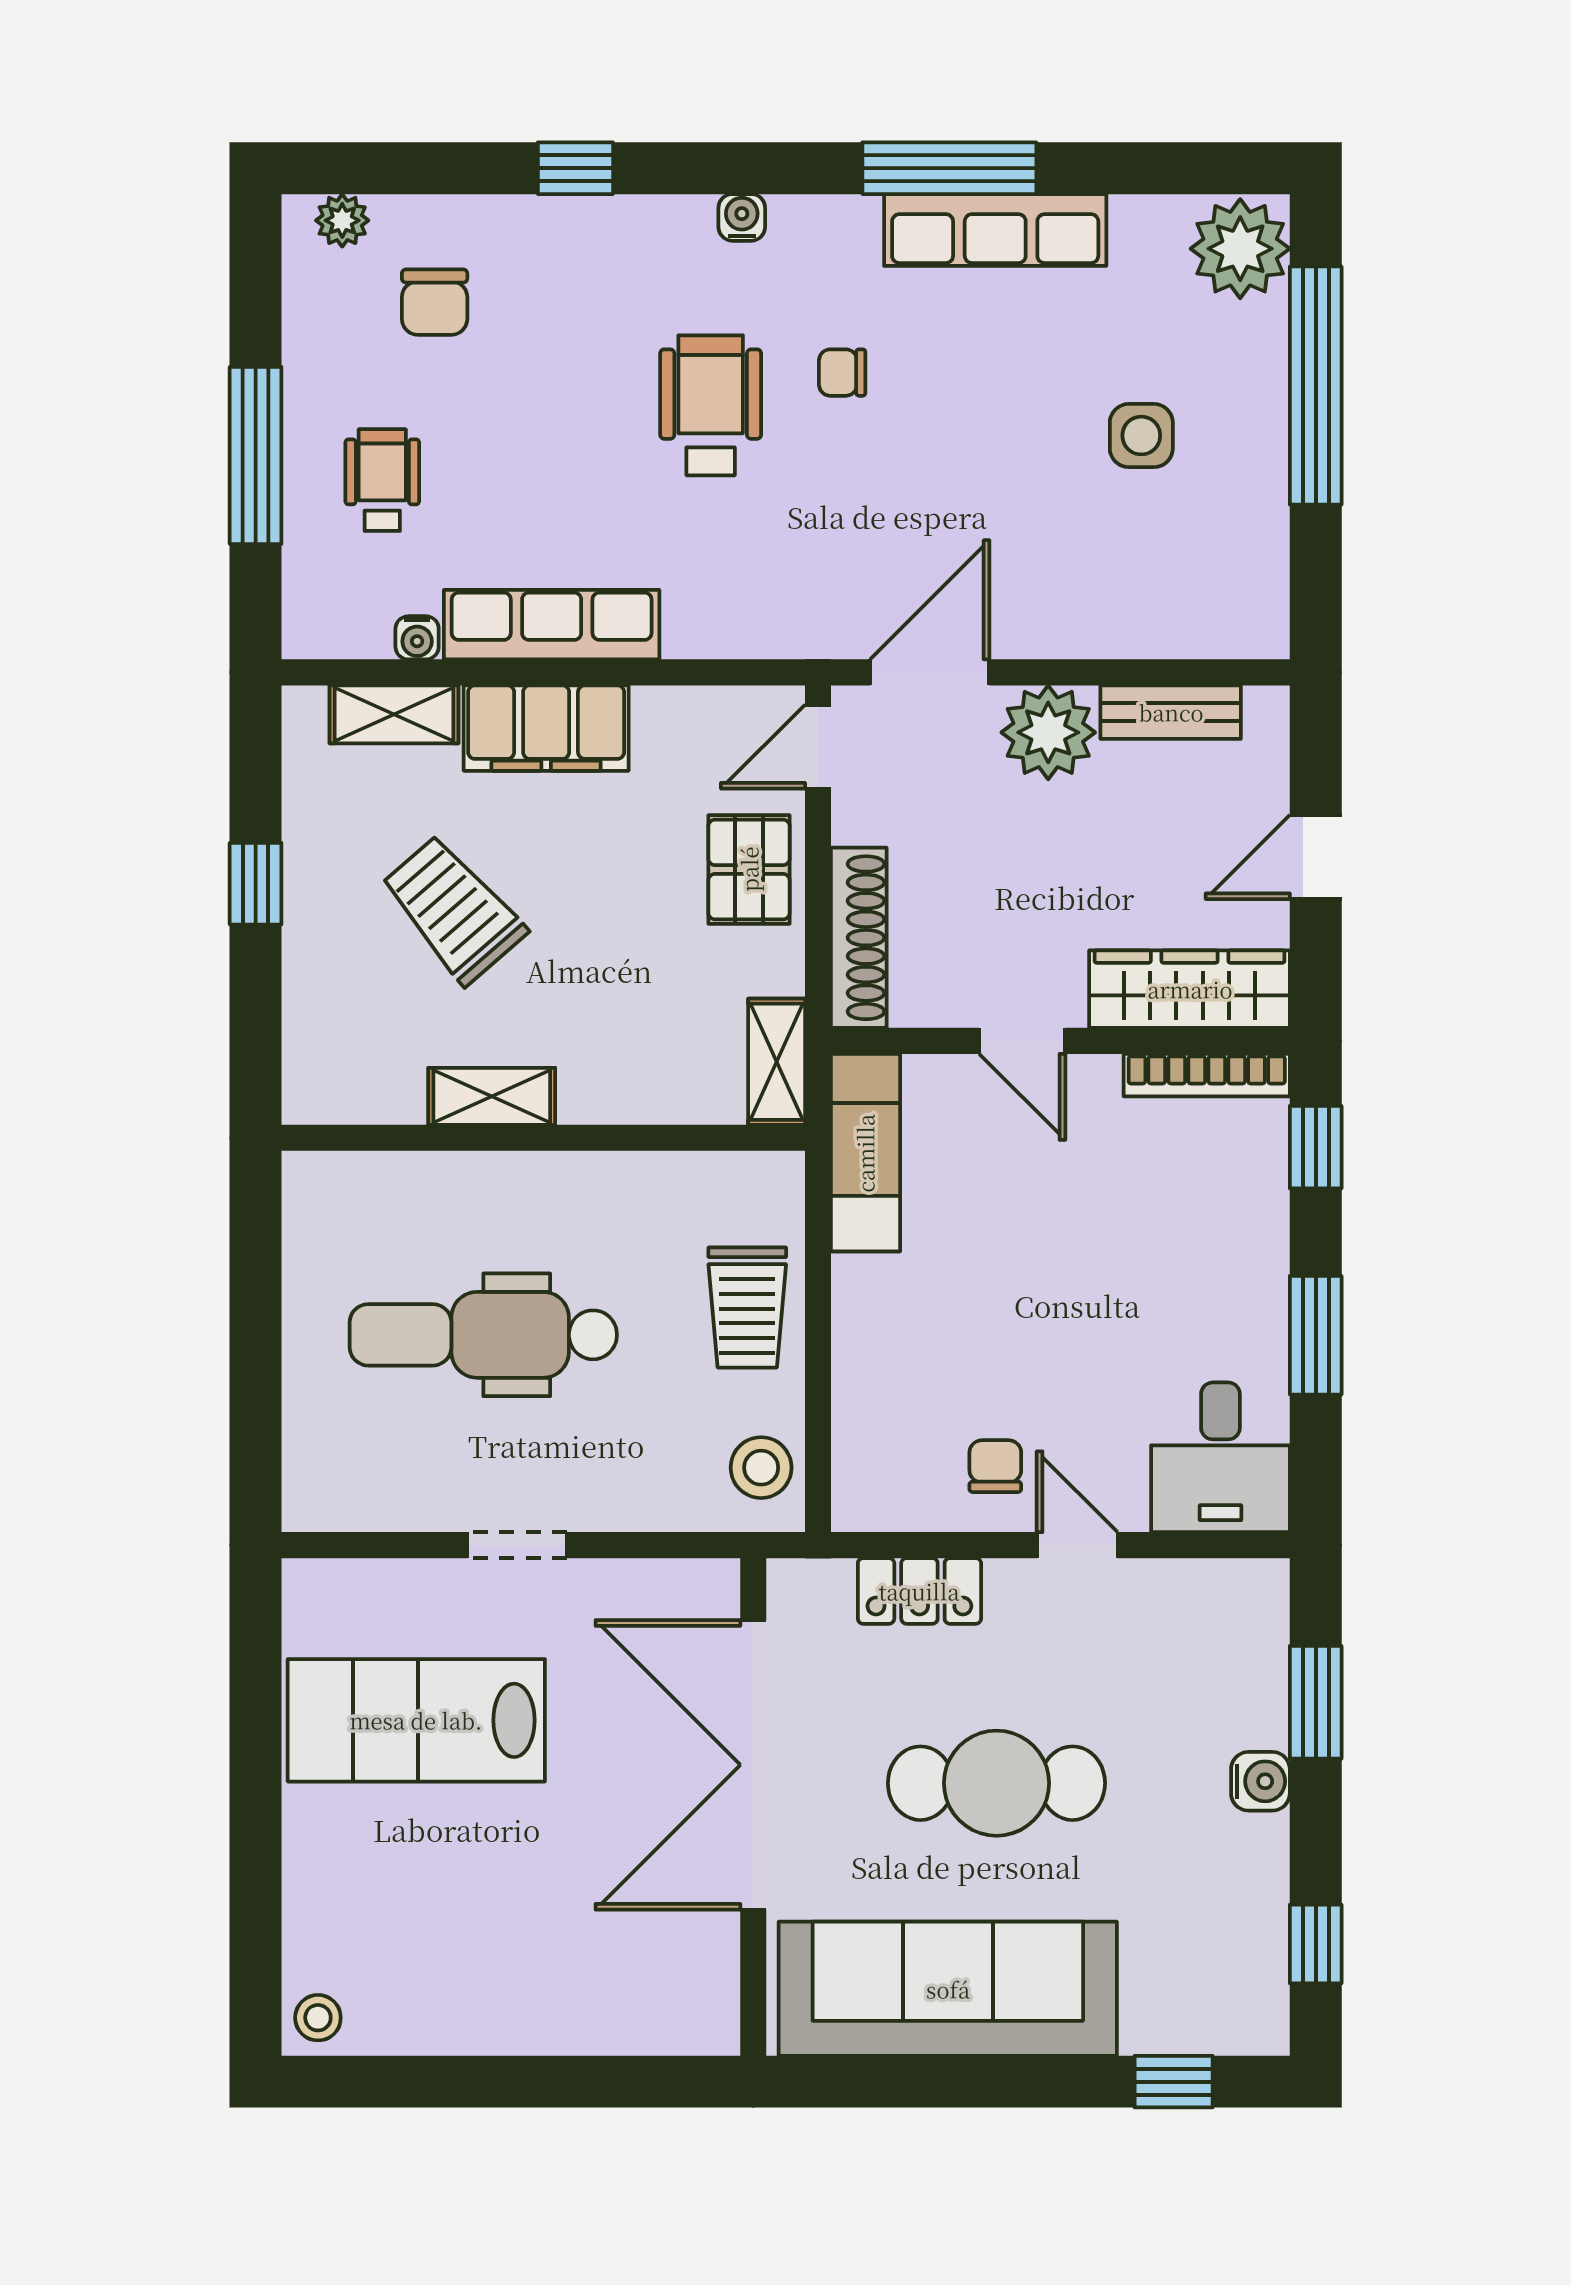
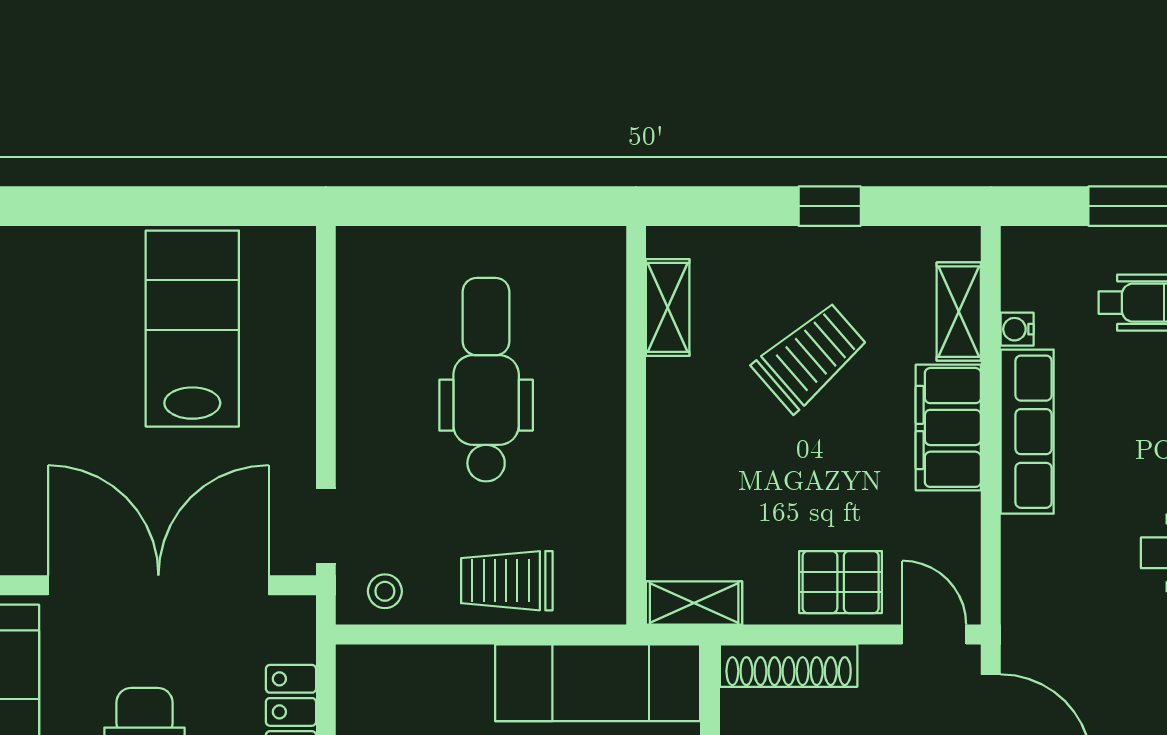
shelving: (492, 1096) -> (668, 307), moved
exam couch: (865, 1153) -> (598, 683), width x1.36, depth x1.45
stool: (761, 1468) -> (385, 591), width x0.73, depth x0.73
doorway: (517, 1545) -> (326, 526), moved

